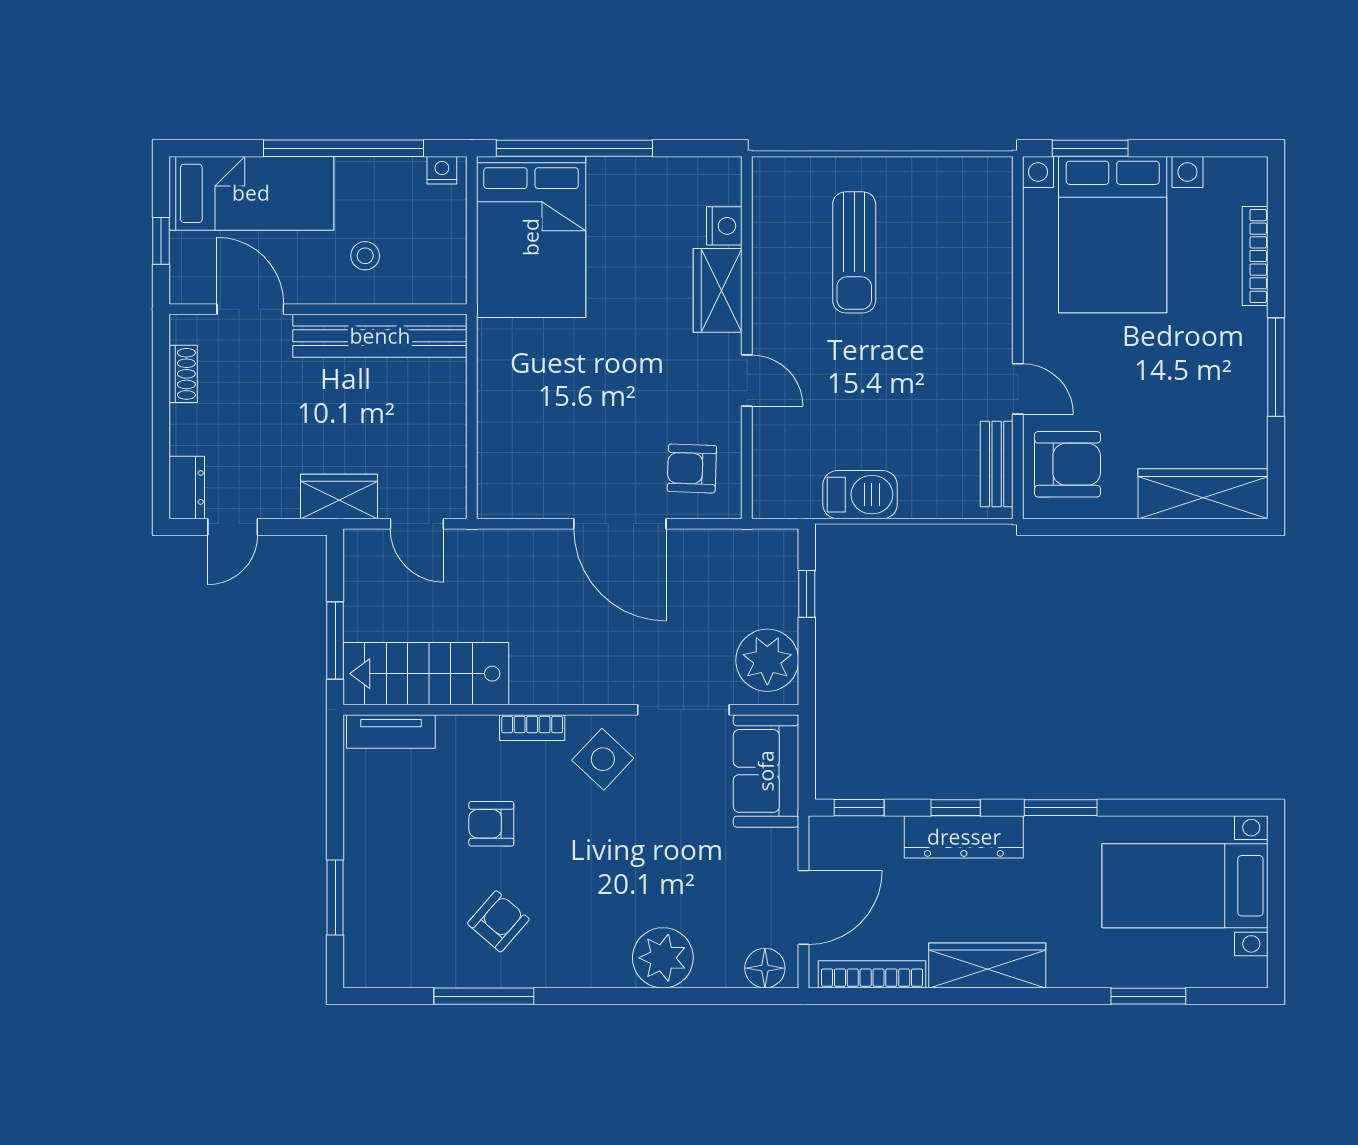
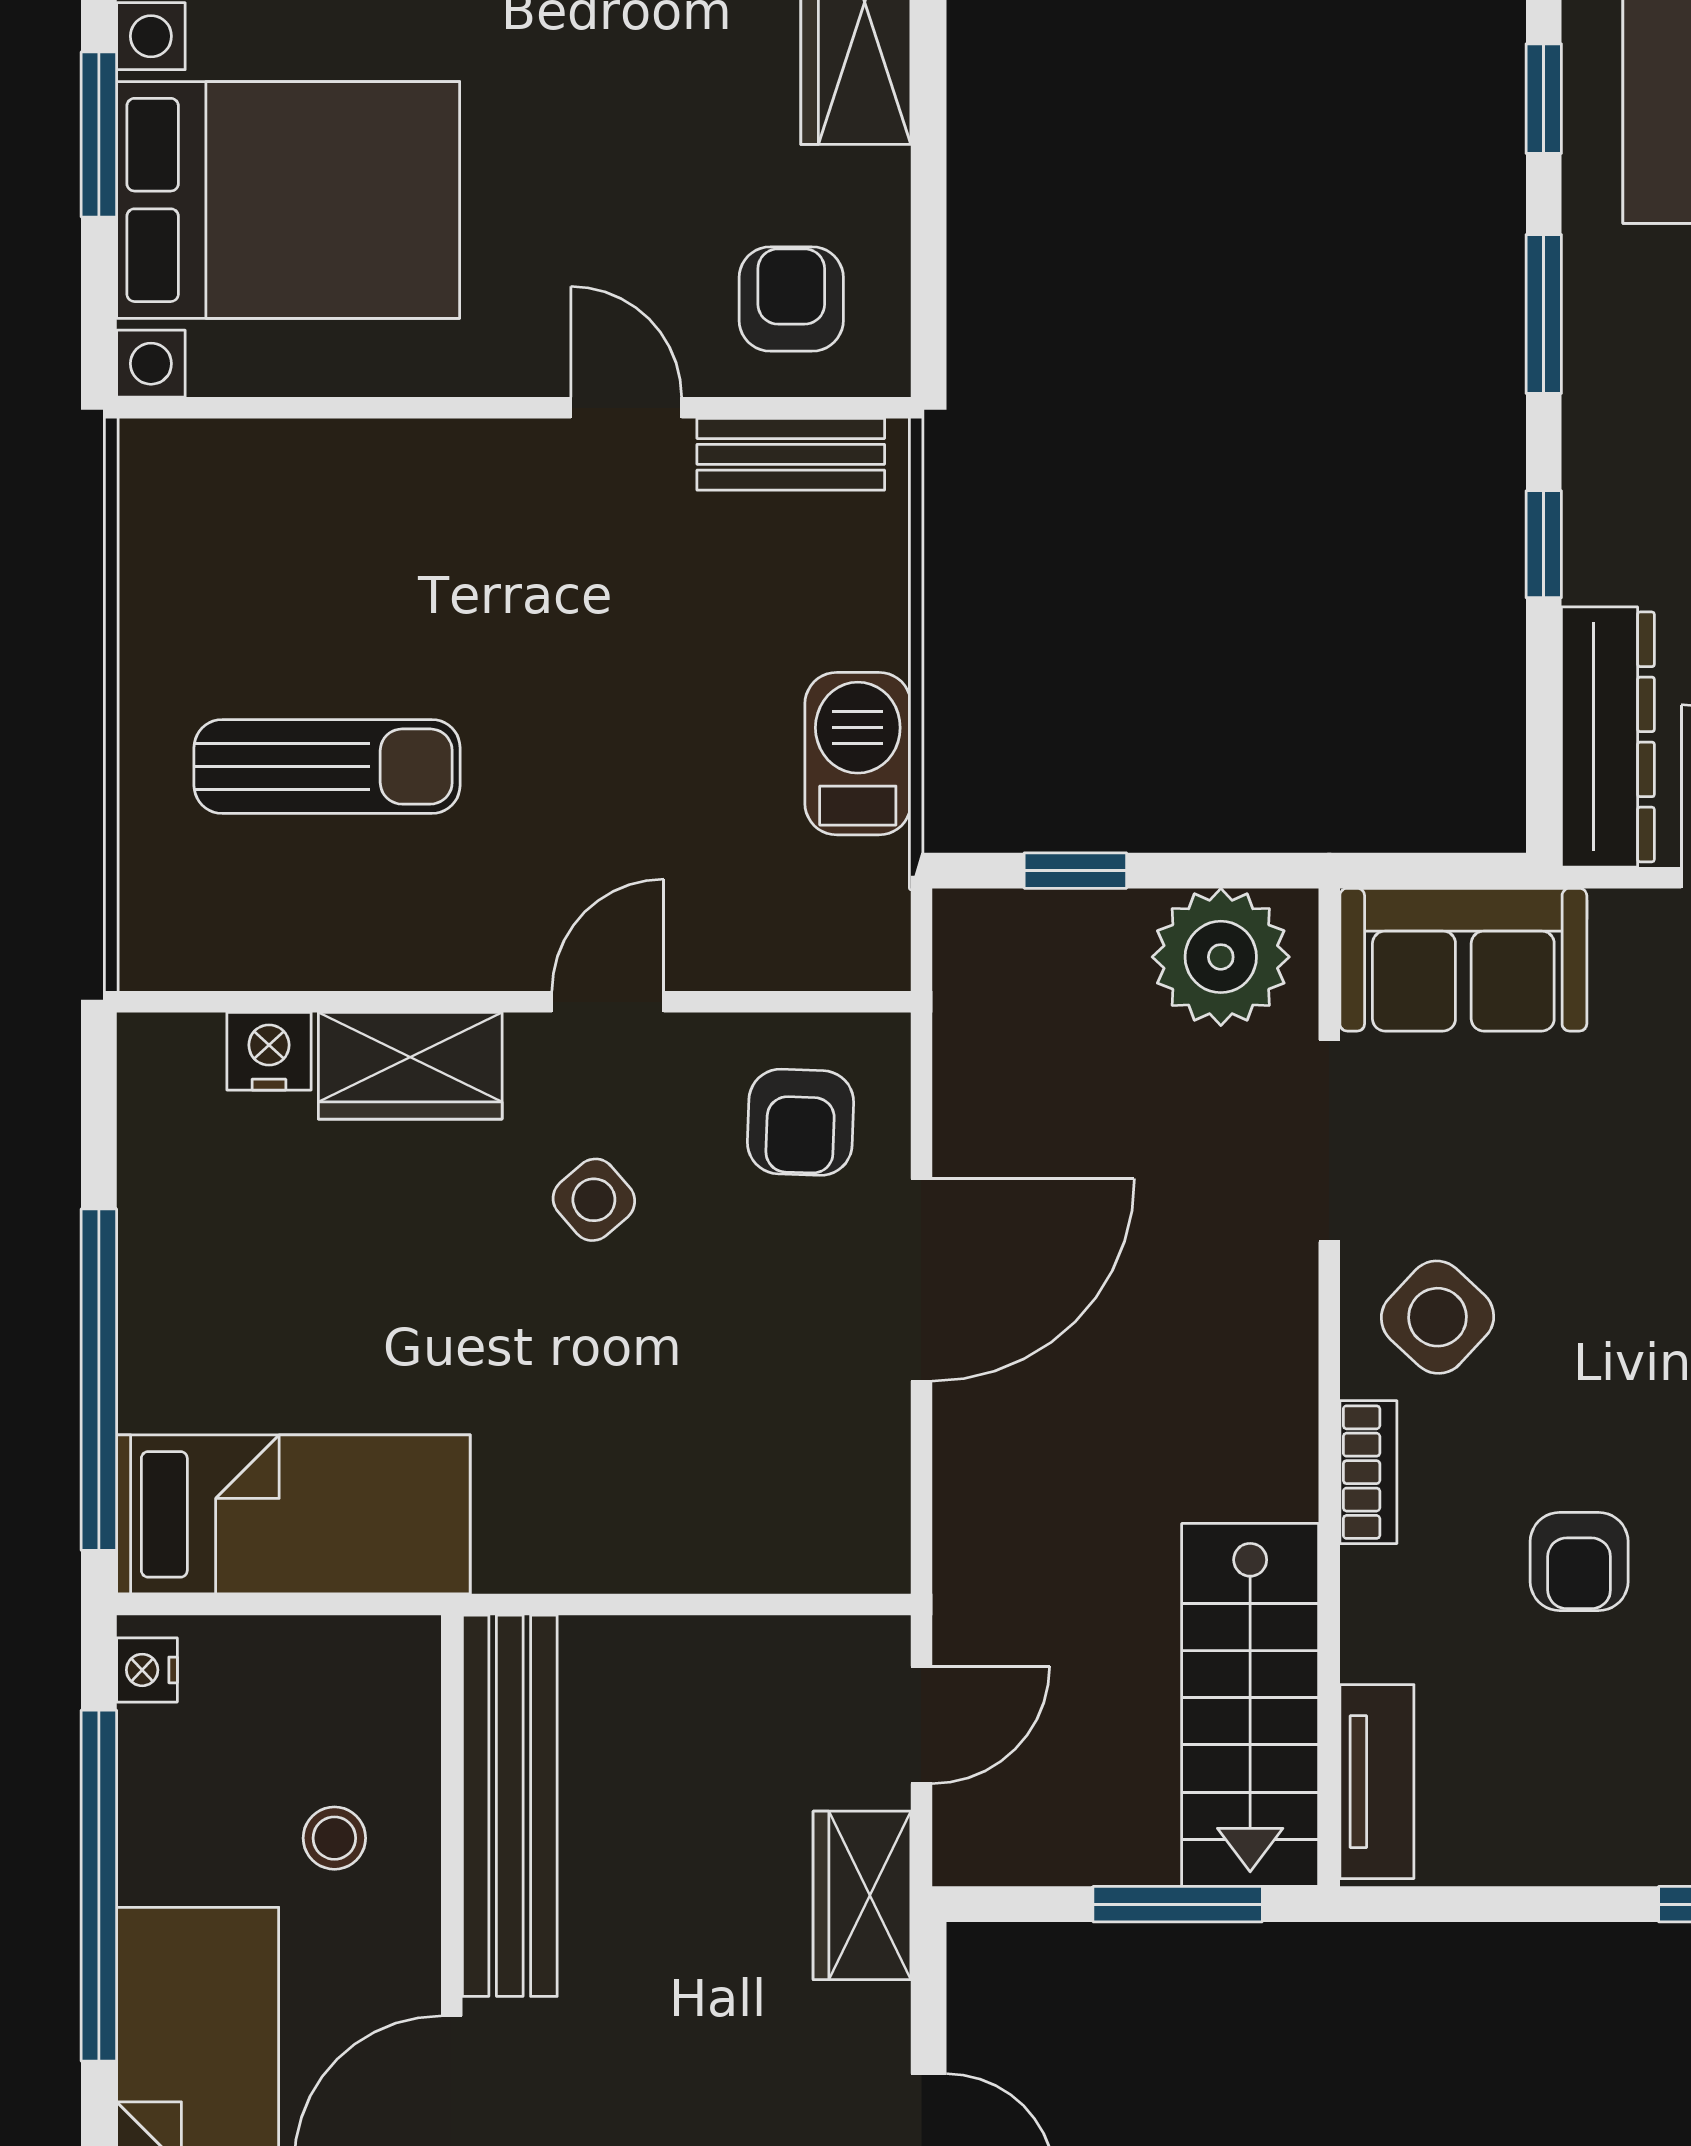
window: (1090, 148) -> (99, 134), moved
bed: (531, 237) -> (293, 1514), width x0.67
side table: (656, 374) -> (594, 1200), added
door: (1018, 389) -> (626, 408), hinge flipped
armchair: (1068, 464) -> (791, 299), width x0.72, depth x0.72
window: (859, 808) -> (1544, 99), moved
dresser: (964, 837) -> (1608, 737), moved

